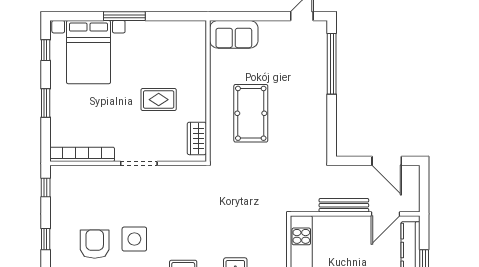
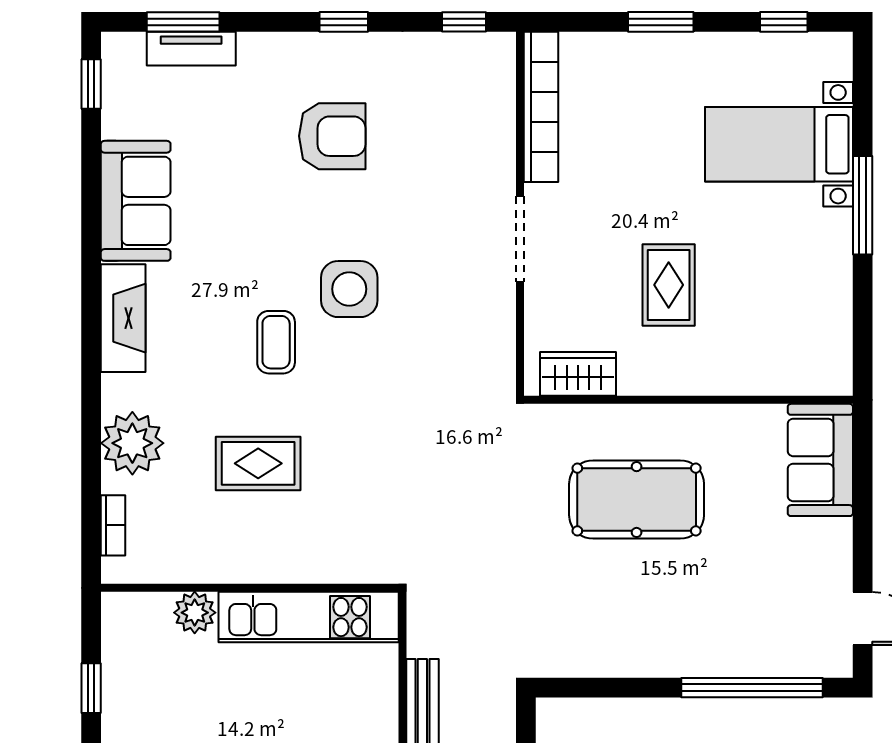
bed with nightstands: (88, 52) -> (779, 144), width x0.73
side table: (134, 239) -> (349, 289), moved

